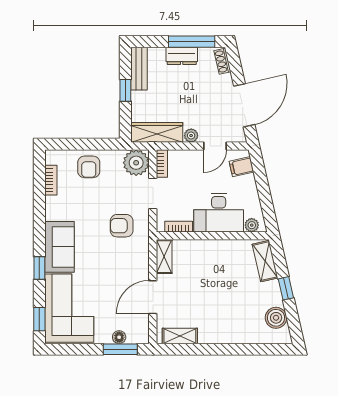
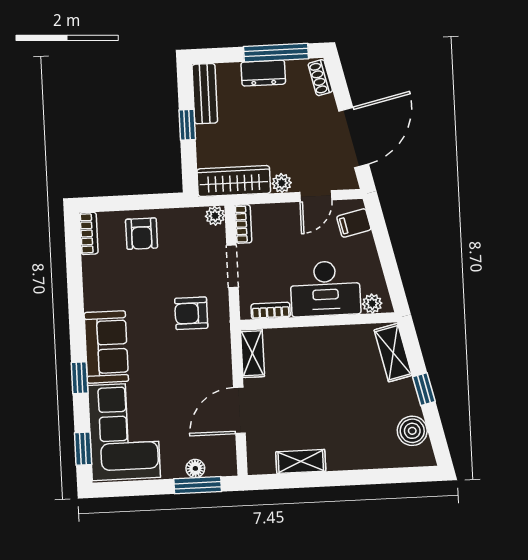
plant: (136, 163) -> (215, 216), width x0.53, depth x0.53
bookcase: (51, 180) -> (89, 233), moved
shelving: (180, 336) -> (301, 461), moved

